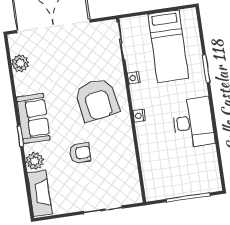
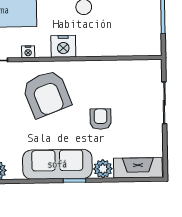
armchair: (97, 100) -> (47, 94), turned 79
nightstand: (139, 116) -> (63, 46), width x1.89, depth x1.79
sofa: (33, 118) -> (57, 164), width x1.36

